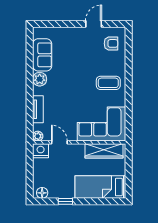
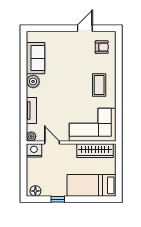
coffee table: (108, 83) -> (99, 85), turned 90

